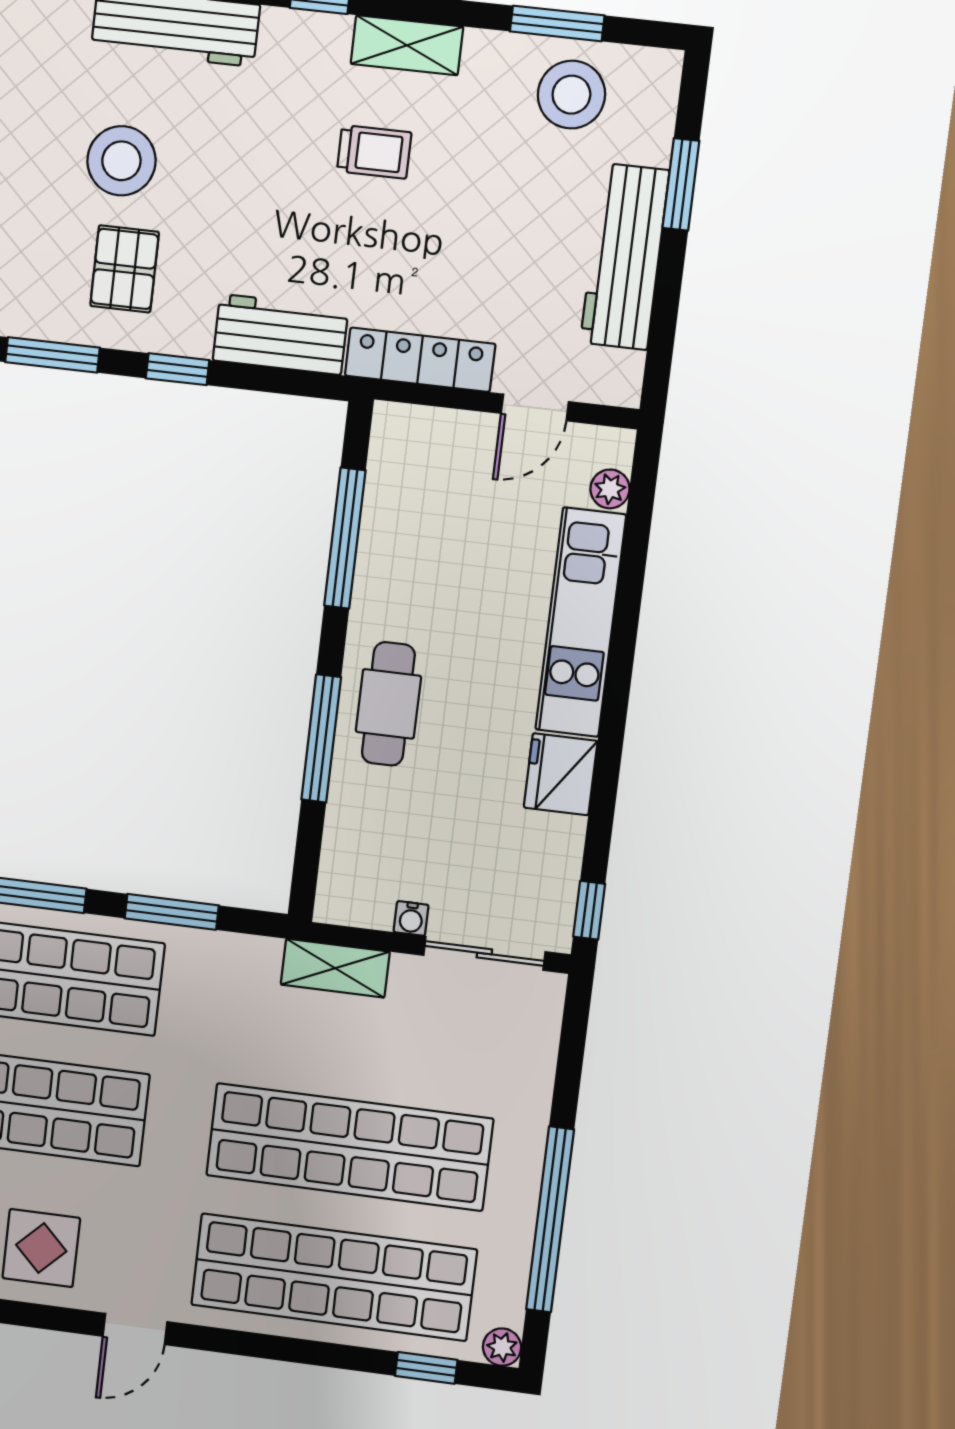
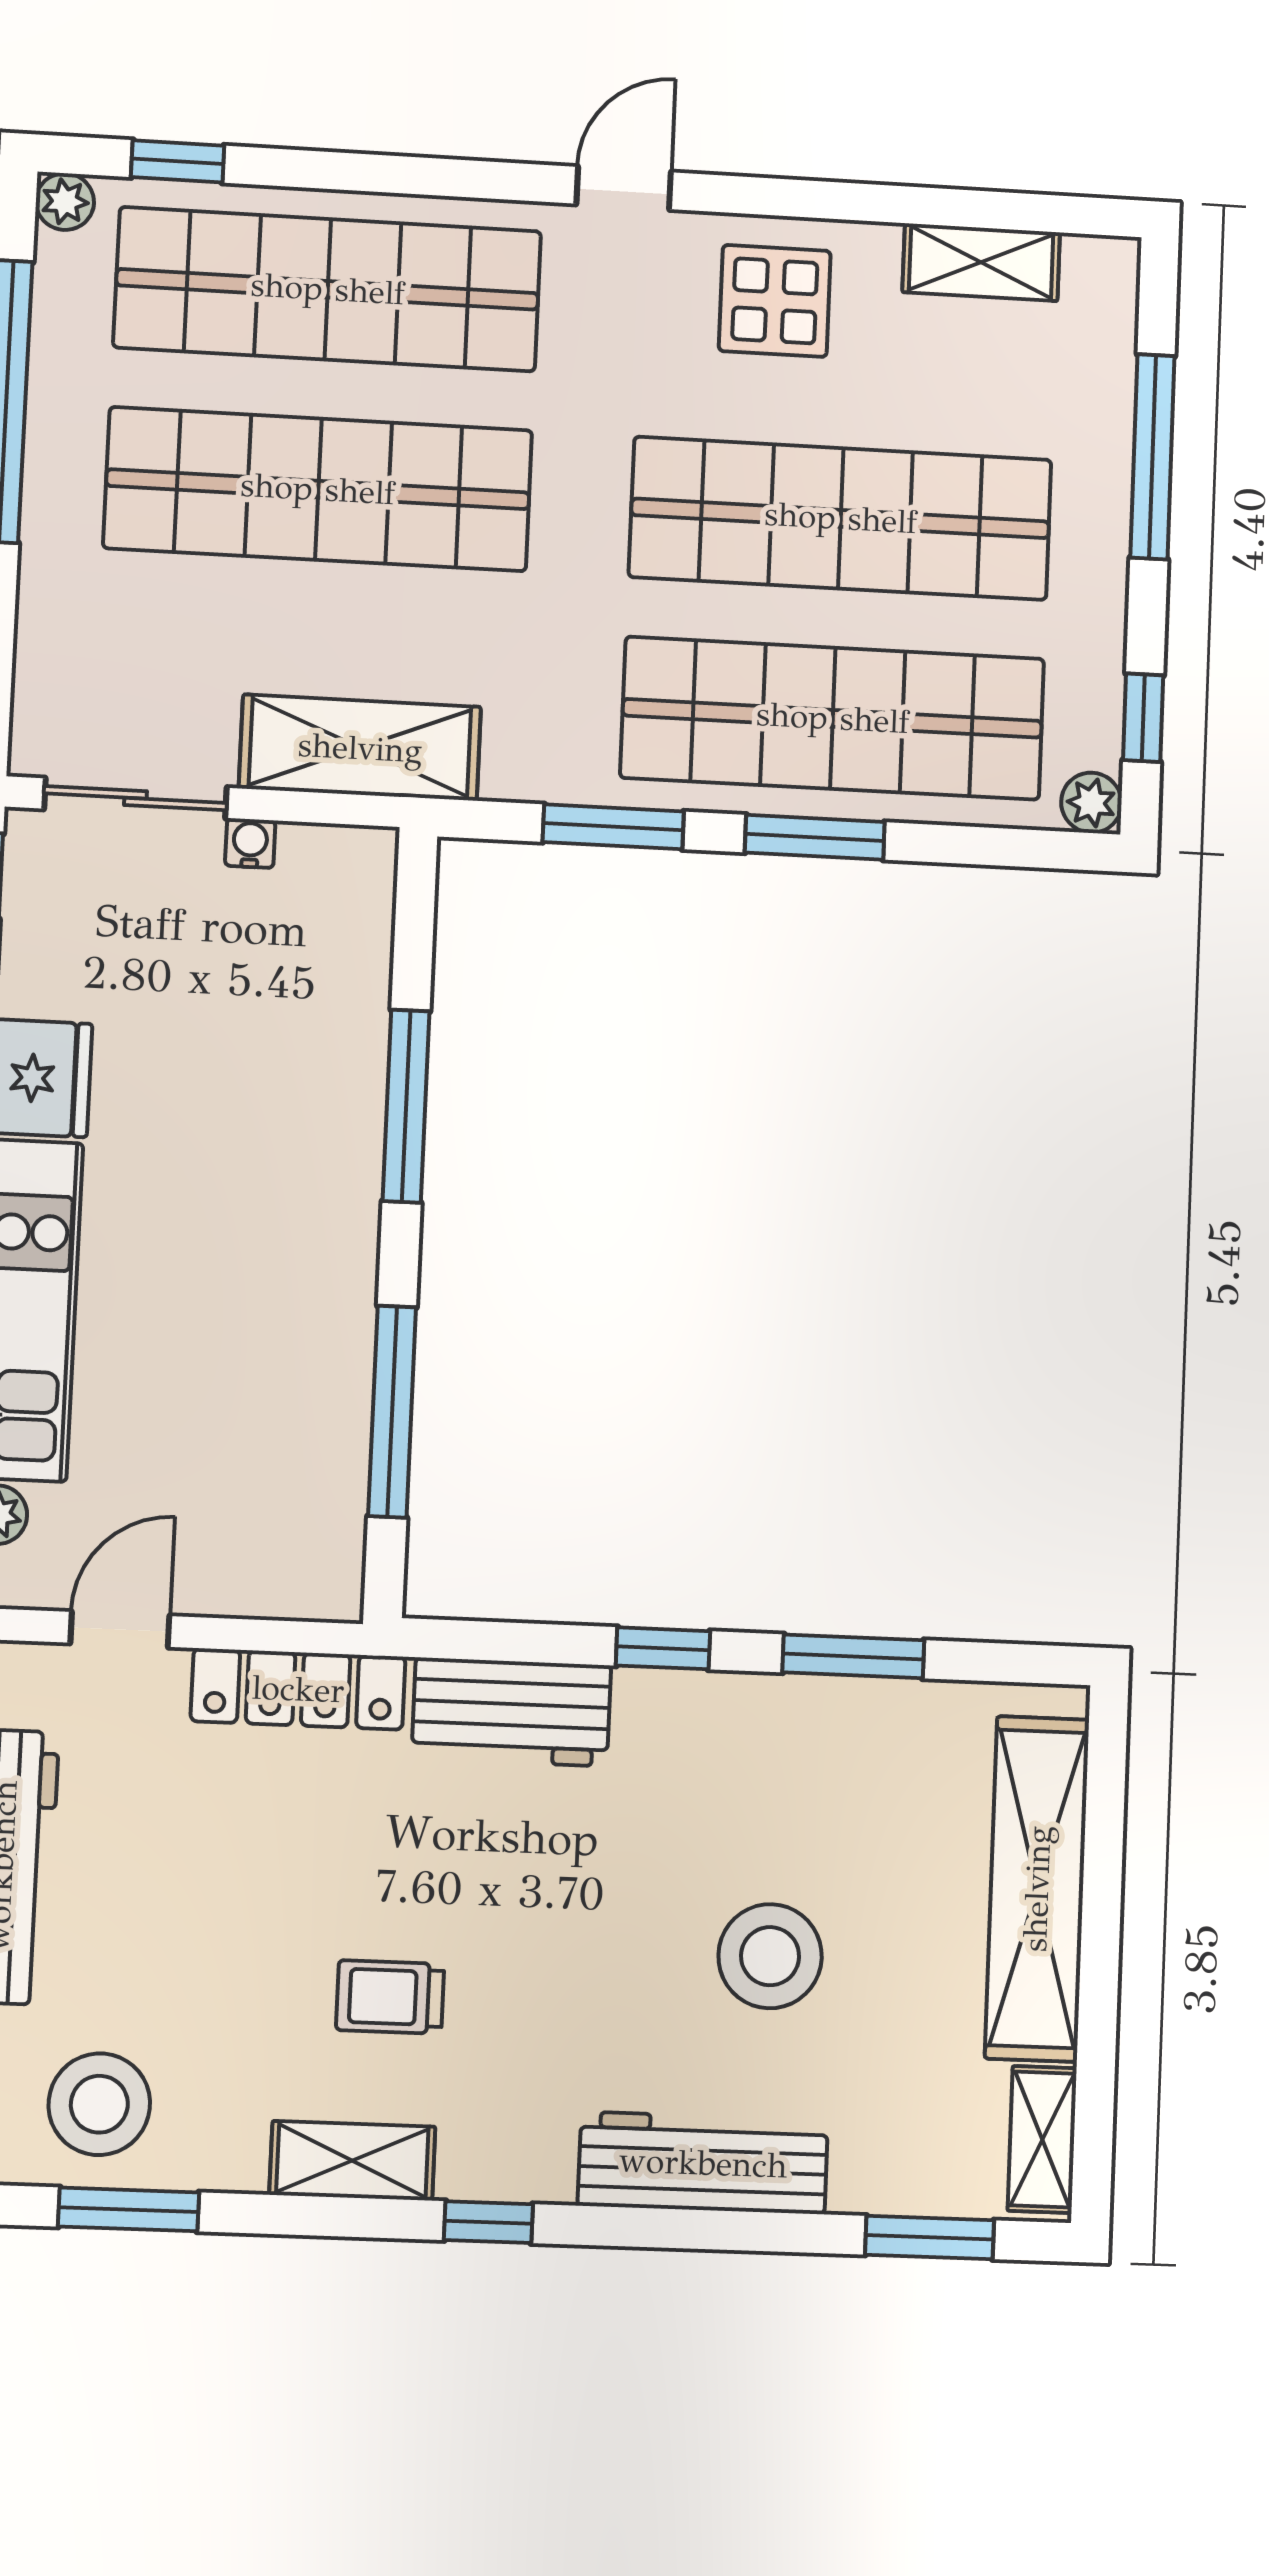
pallet: (125, 269) -> (754, 1794), removed
cafe table: (388, 704) -> (308, 1166), removed
shelving: (335, 968) -> (360, 748), width x1.50, depth x1.33

